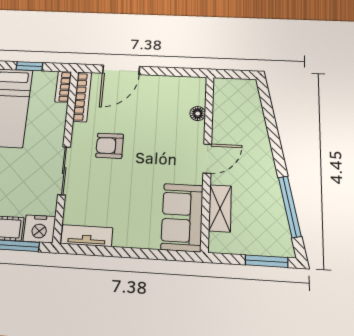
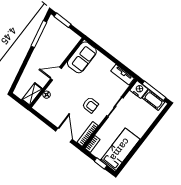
door: (121, 70) -> (64, 135), hinge flipped
shelving: (220, 208) -> (32, 94), moved

